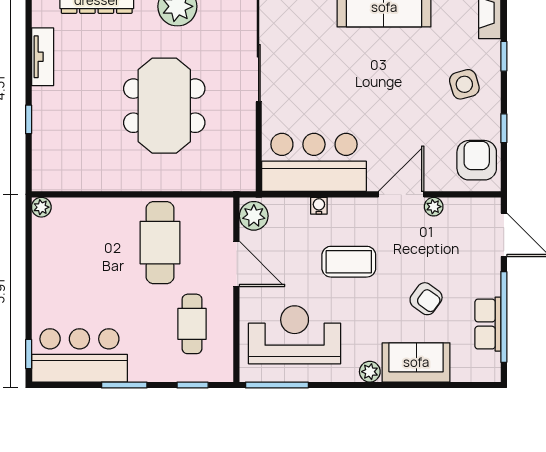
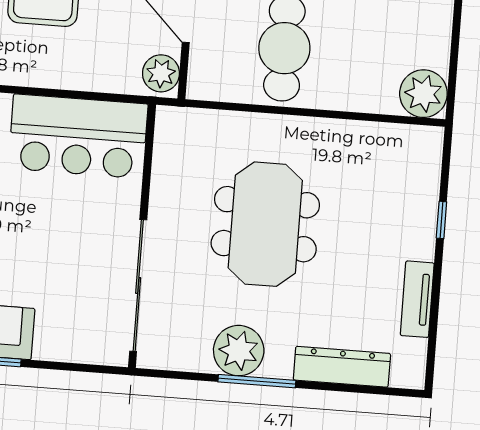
water cooler: (319, 206) -> (76, 80), removed
plant: (41, 207) -> (423, 94), width x1.87, depth x1.87

